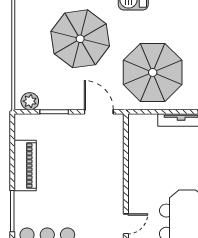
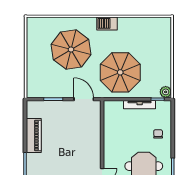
plant: (30, 101) -> (37, 92), removed

